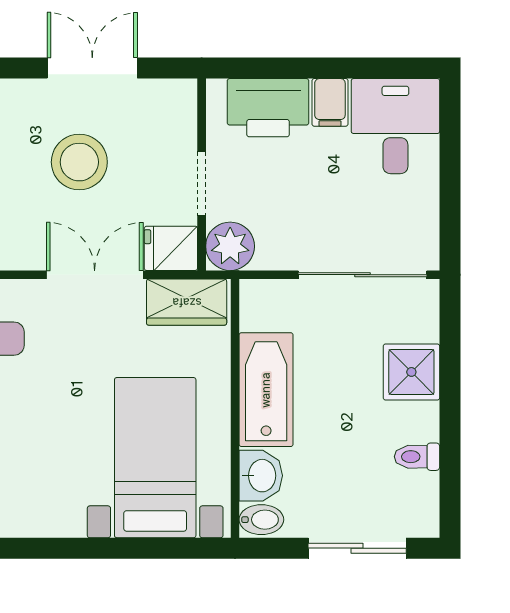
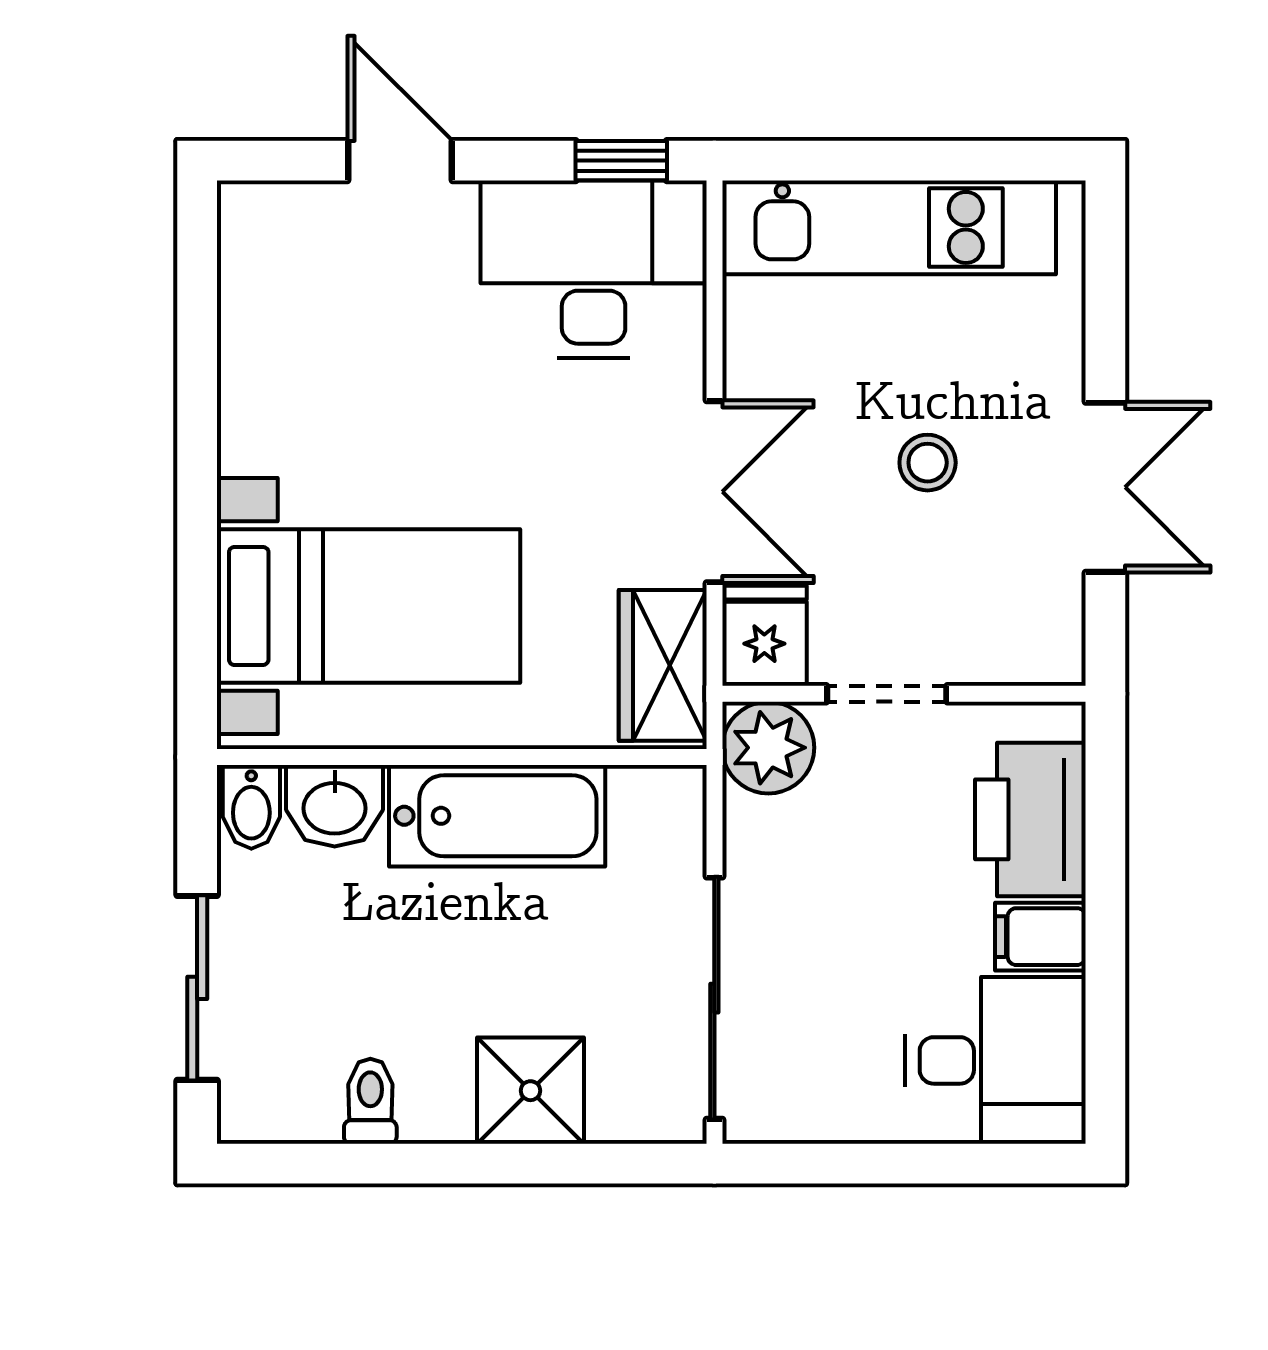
stool: (79, 162) -> (928, 463), width x0.53, depth x0.53

